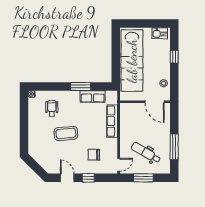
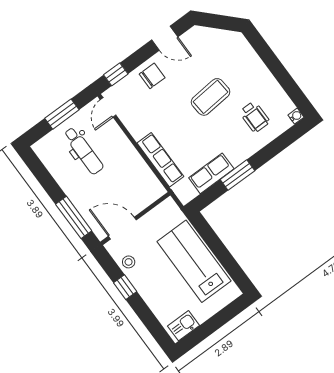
window: (174, 57) -> (125, 287), moved
lab bench: (132, 61) -> (194, 261), width x0.73
window: (174, 147) -> (74, 217), moved
dental chair: (146, 153) -> (84, 151), turned 60
chair: (94, 155) -> (152, 76), moved
window: (88, 178) -> (116, 74), moved

